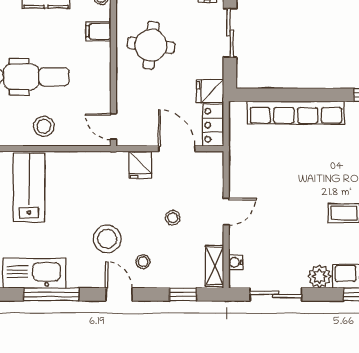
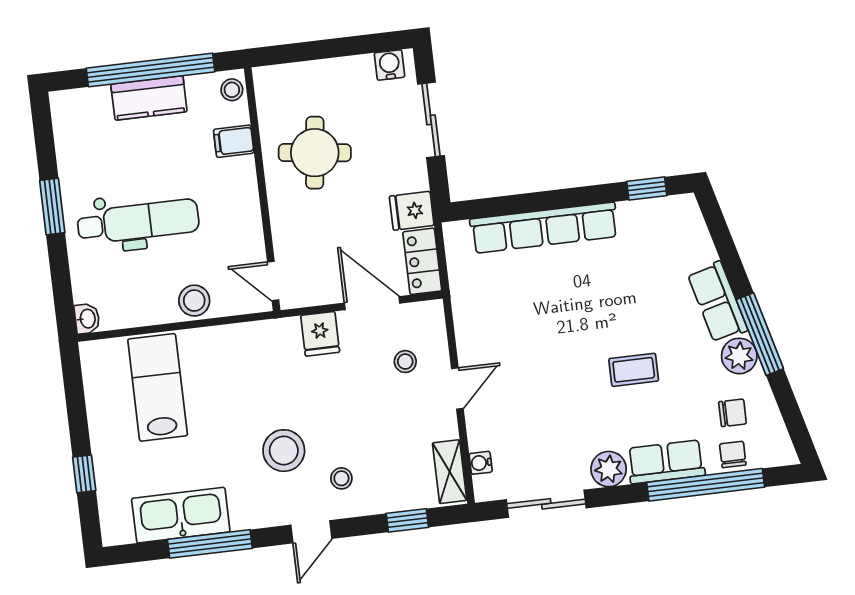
stool: (44, 126) -> (194, 301), moved
stool: (173, 218) -> (405, 362), moved
door: (119, 294) -> (311, 532), swing flipped

